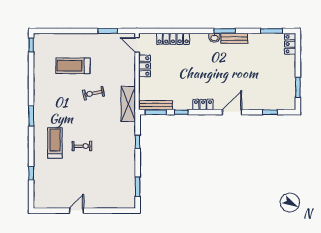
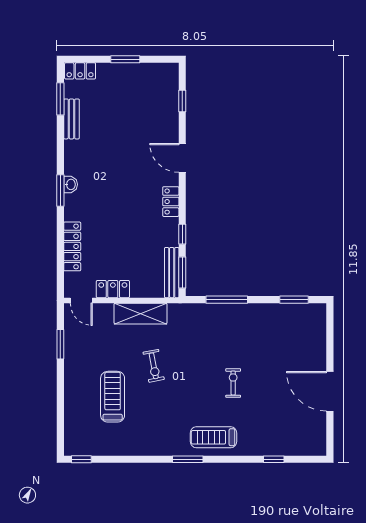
window: (225, 31) -> (60, 191), moved
bench: (234, 38) -> (71, 119), moved
door: (137, 45) -> (81, 300), hinge flipped
treadmill: (73, 66) -> (113, 397), turned 180
window: (298, 87) -> (125, 59), moved
shelving: (128, 104) -> (141, 314), moved
window: (138, 142) -> (227, 300), width x2.17
treadmill: (55, 143) -> (214, 437), moved
door: (76, 211) -> (330, 391), width x1.87

